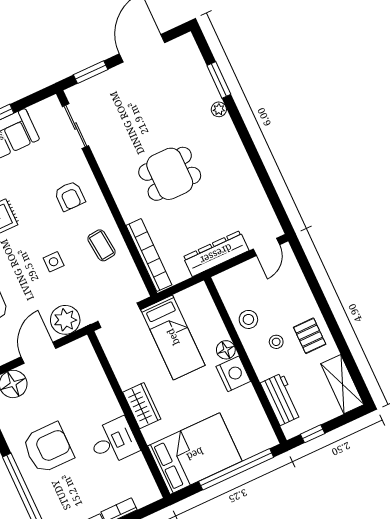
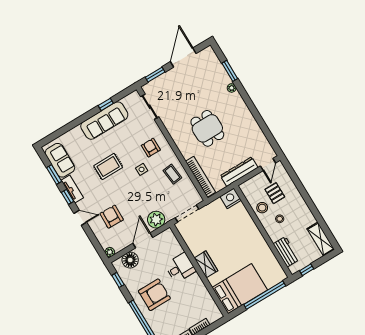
dining table: (170, 174) -> (207, 128), turned 90
armchair: (70, 196) -> (151, 148), turned 180
side table: (54, 262) -> (142, 169), moved
pallet: (310, 336) -> (275, 193), moved
bed: (173, 337) -> (220, 223), removed
floor lamp: (226, 350) -> (251, 227), removed
nightstand: (233, 374) -> (231, 198), moved, turned -90
desk: (114, 442) -> (180, 268), moved

